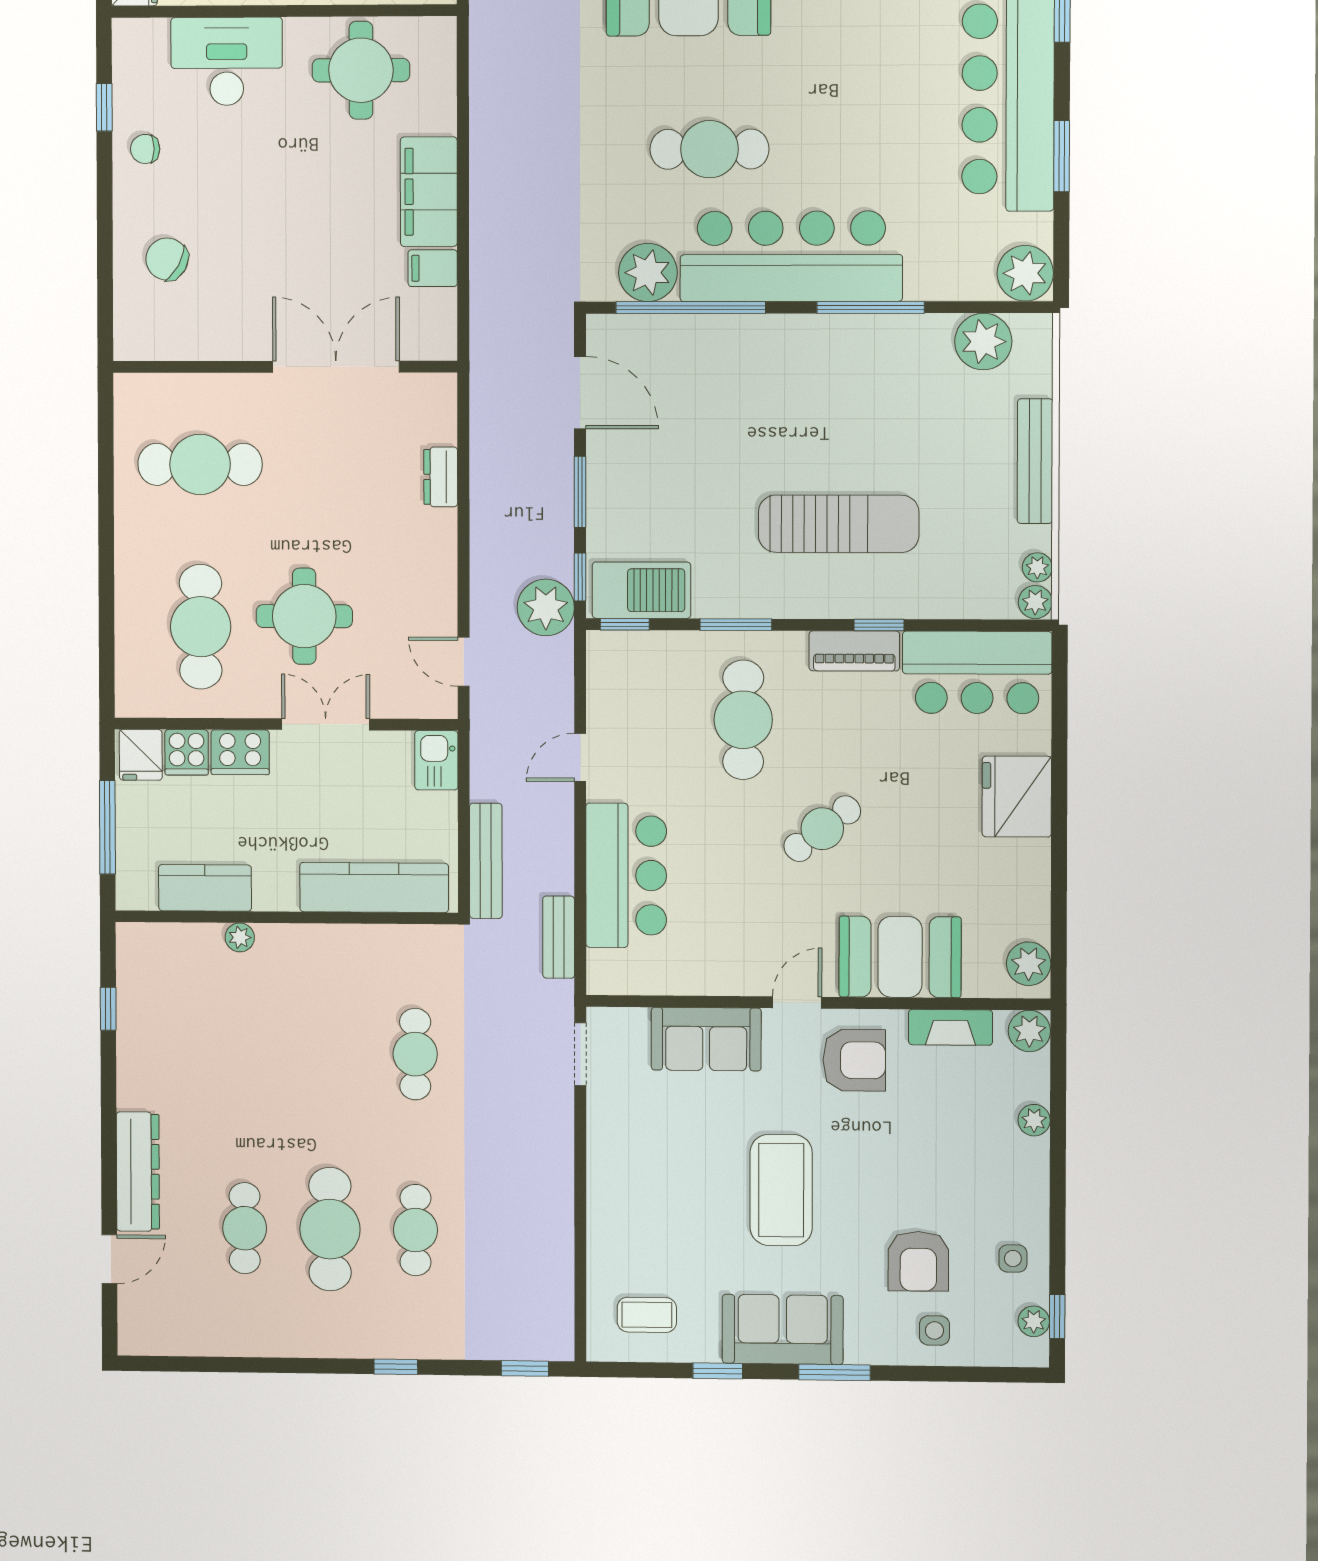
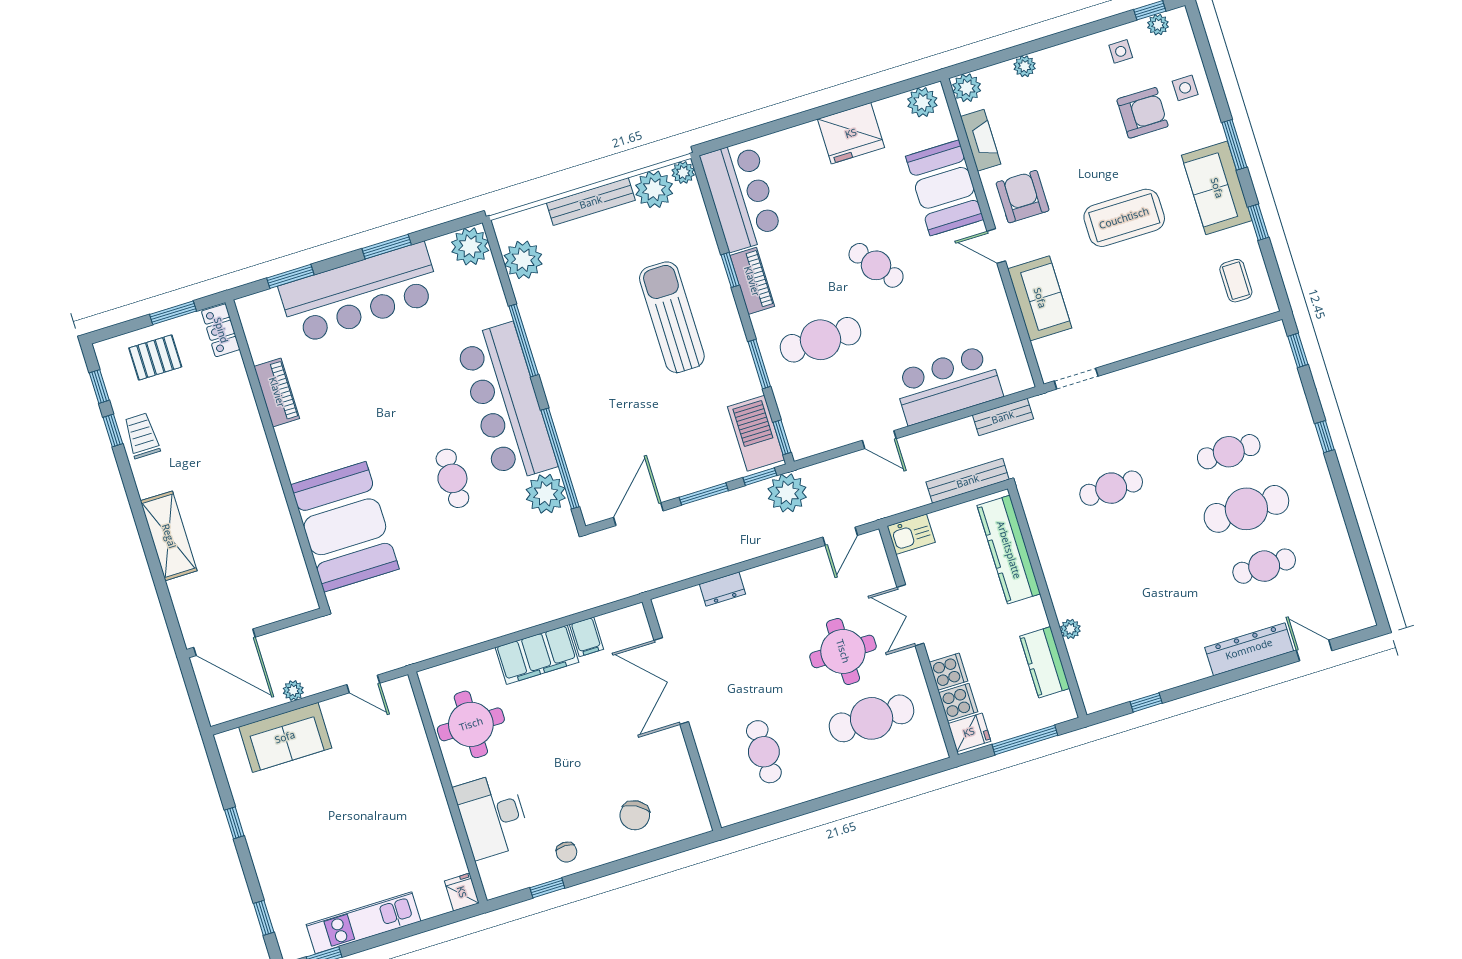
cafe table: (709, 149) -> (452, 478), width x0.73, depth x0.74
cafe table: (200, 464) -> (764, 752), width x0.73, depth x0.74
plant: (1037, 567) -> (654, 189), width x1.87, depth x1.87
cooker: (240, 752) -> (948, 672), width x0.73
fridge: (1017, 797) -> (851, 133), moved

